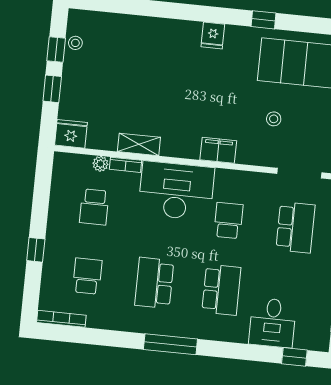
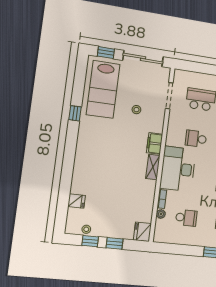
fridge: (213, 36) -> (77, 201), moved
shelving: (139, 144) -> (153, 167), moved

